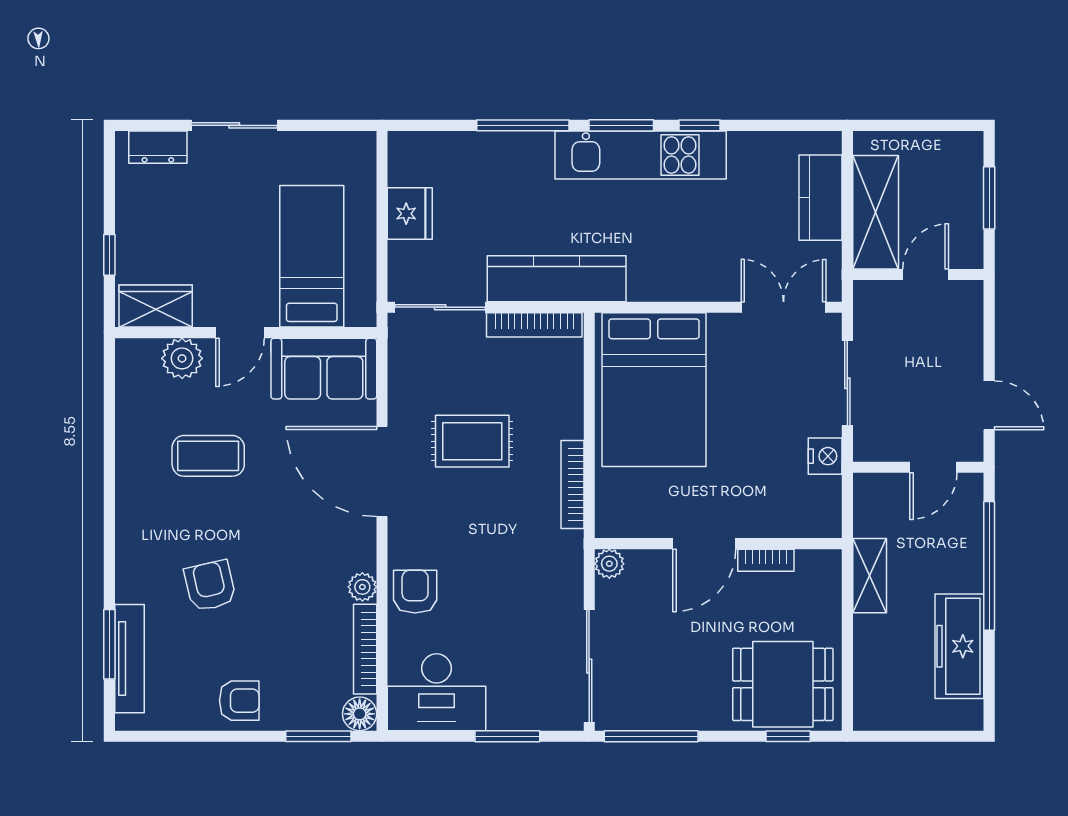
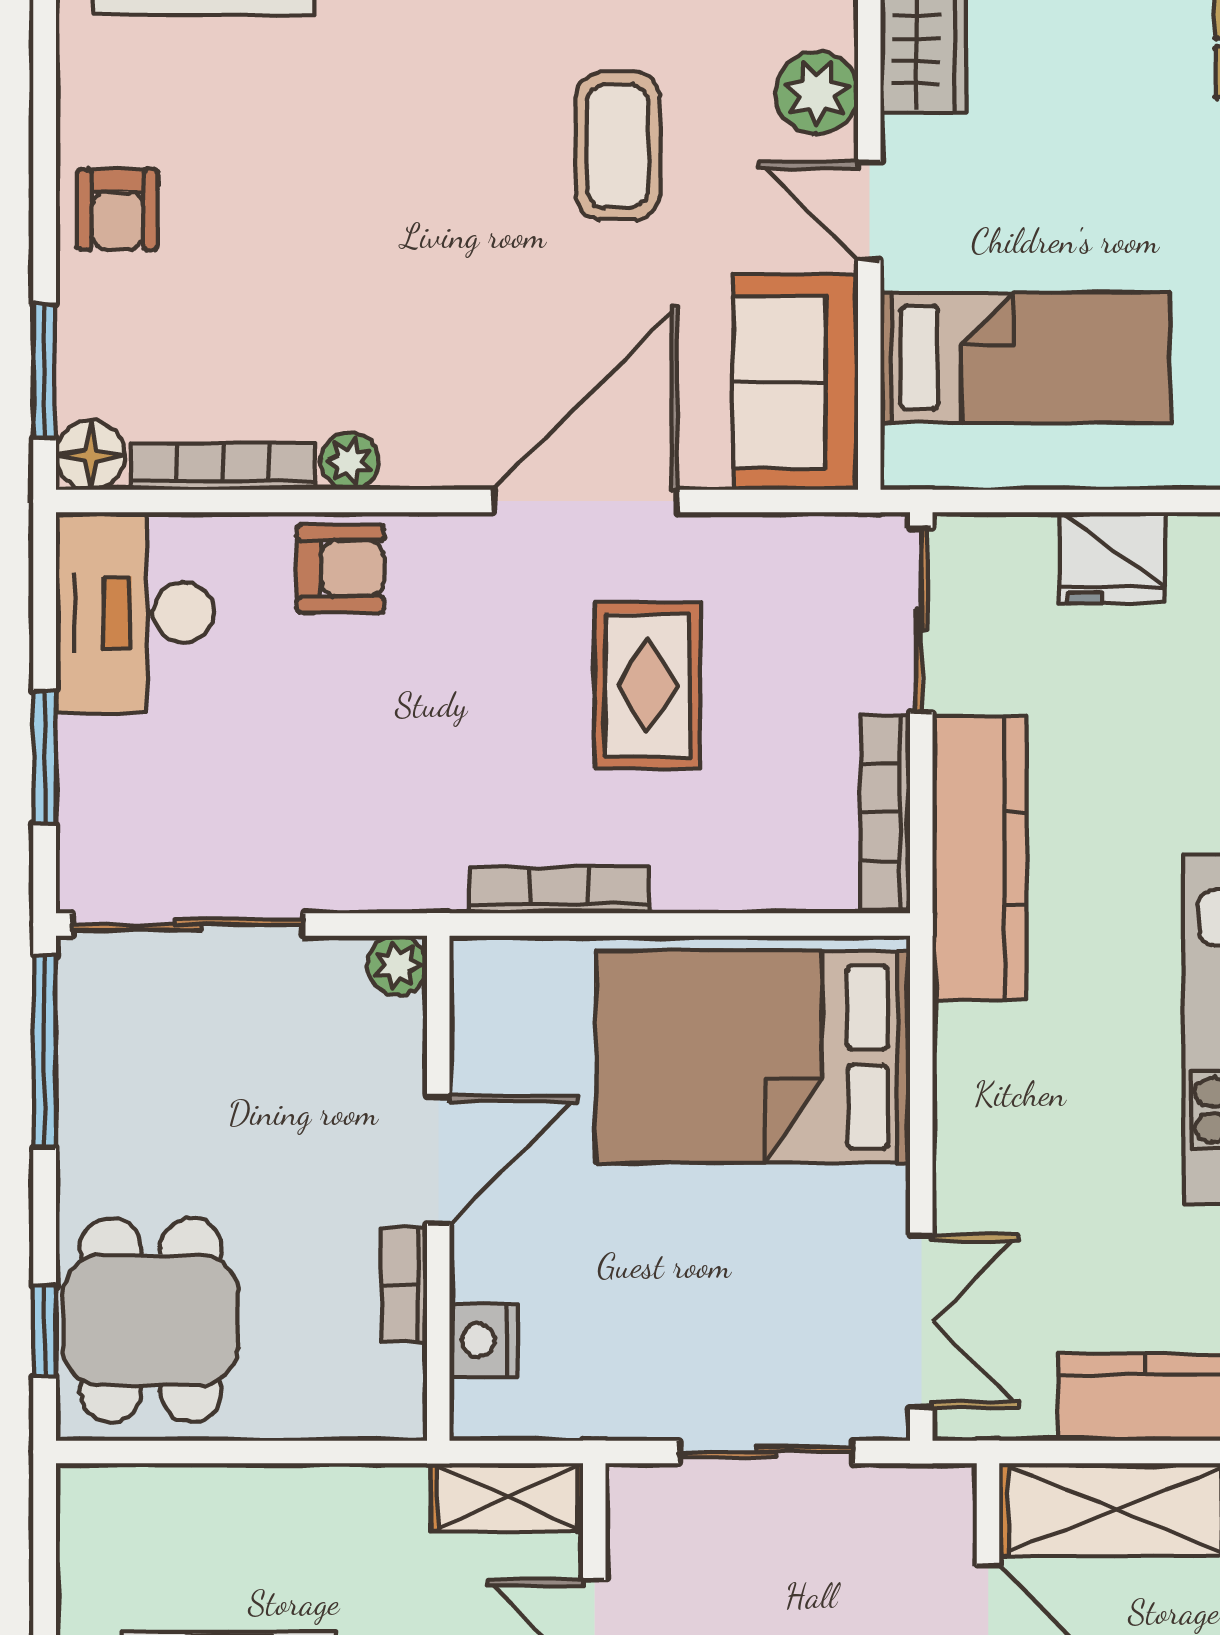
nightstand: (825, 456) -> (484, 1340), moved, turned 90
door: (704, 544) -> (438, 1160), swing flipped
shelving: (870, 576) -> (507, 1497), moved
armchair: (210, 586) -> (352, 150), removed

